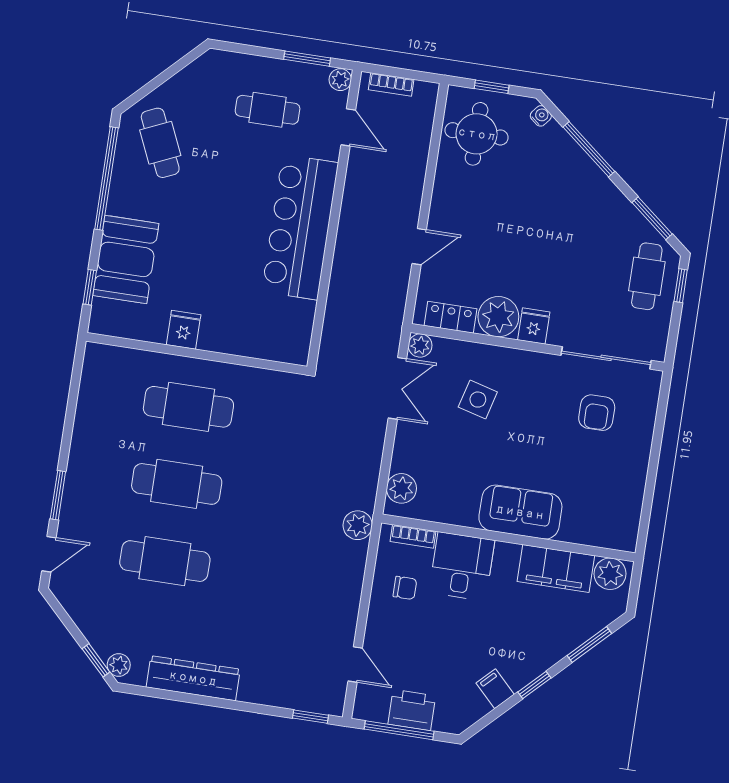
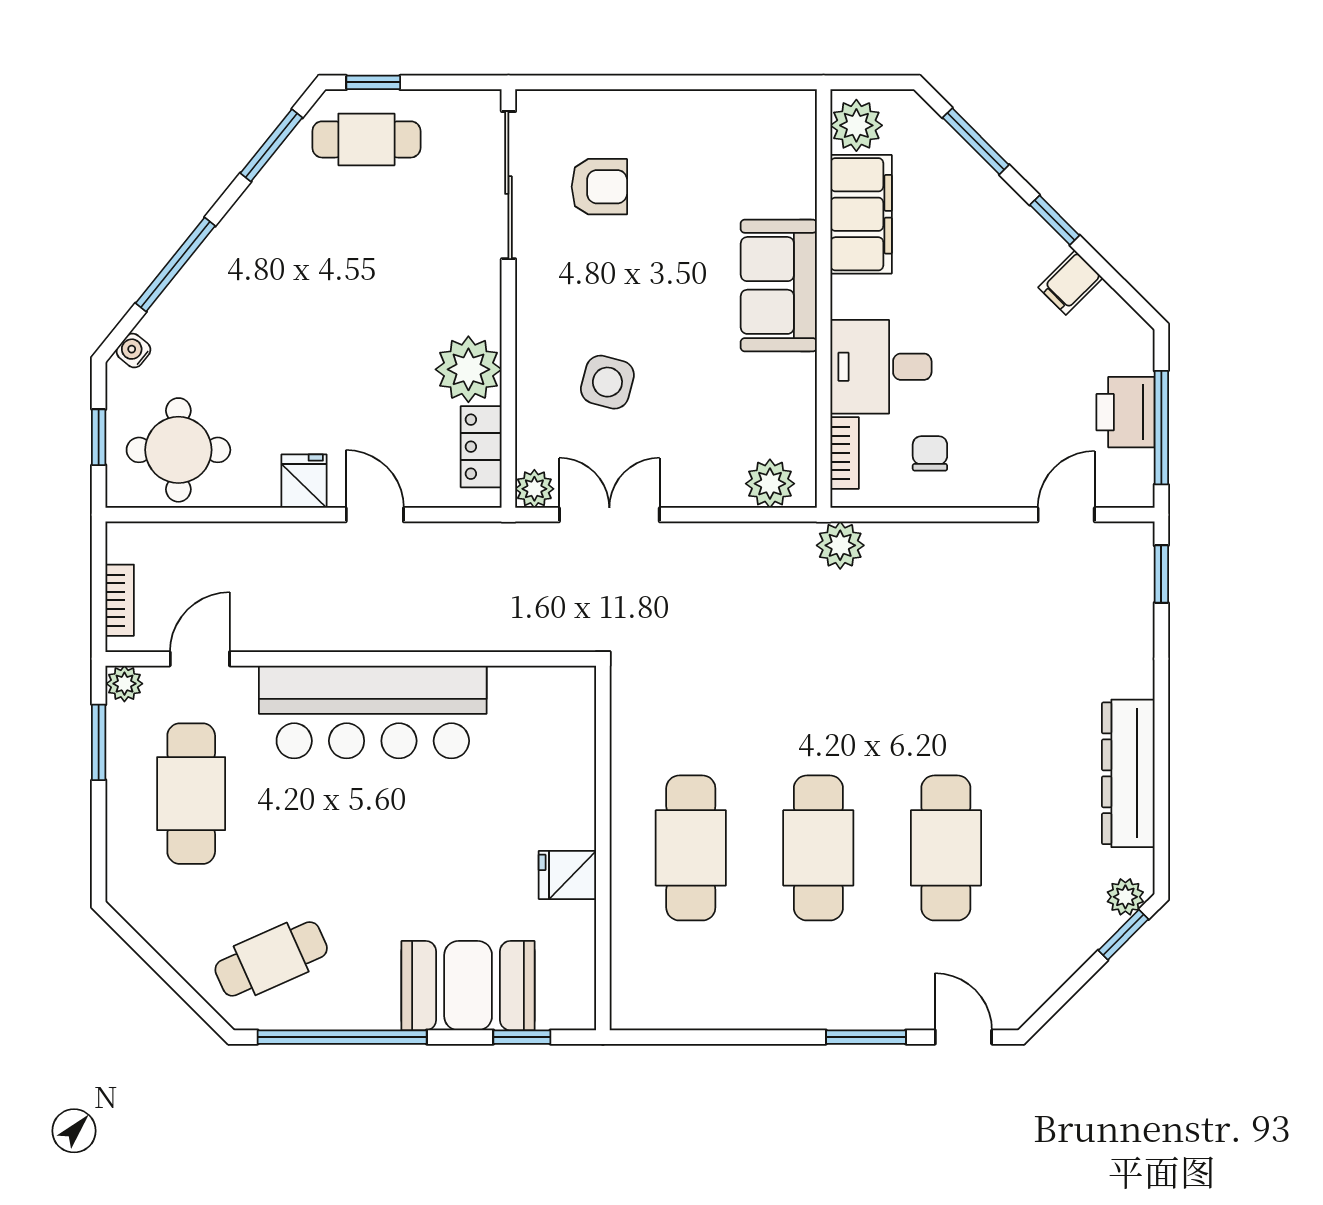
cafe table: (268, 110) -> (191, 794), width x1.37, depth x1.35
fridge: (534, 326) -> (304, 481), moved, turned 90

